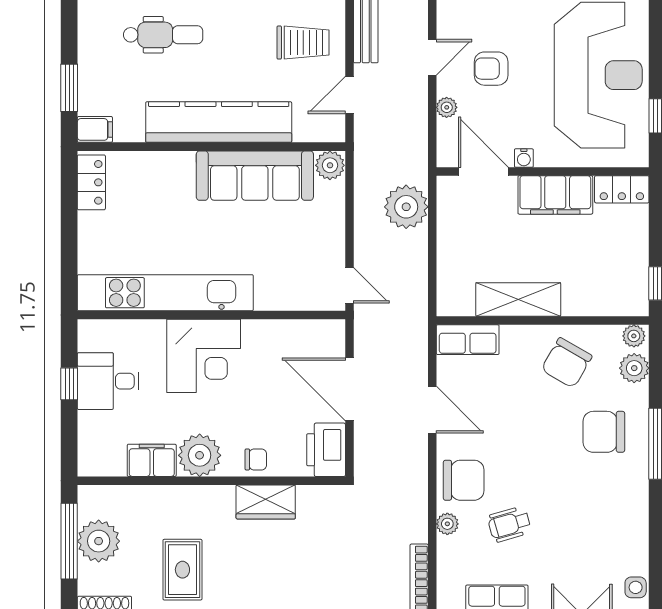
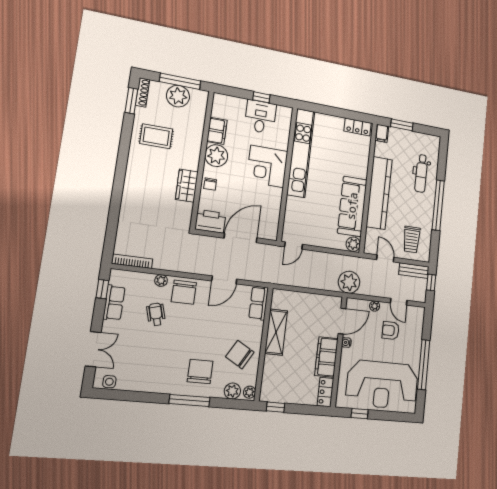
armchair: (491, 69) -> (391, 330), turned -90
plant: (406, 207) -> (349, 282), moved

